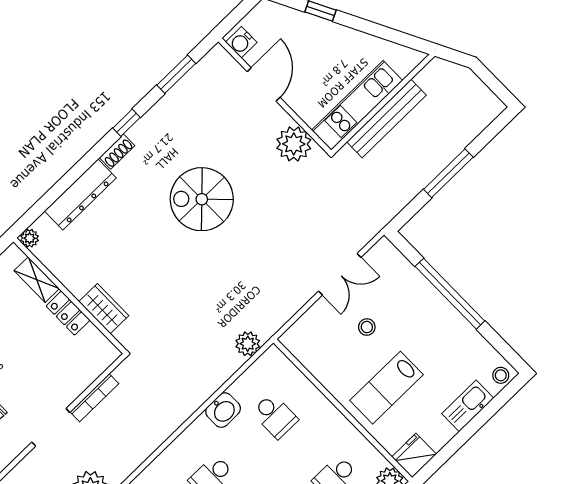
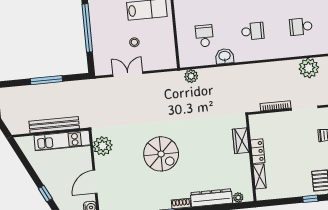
plant: (30, 238) -> (238, 198), moved

